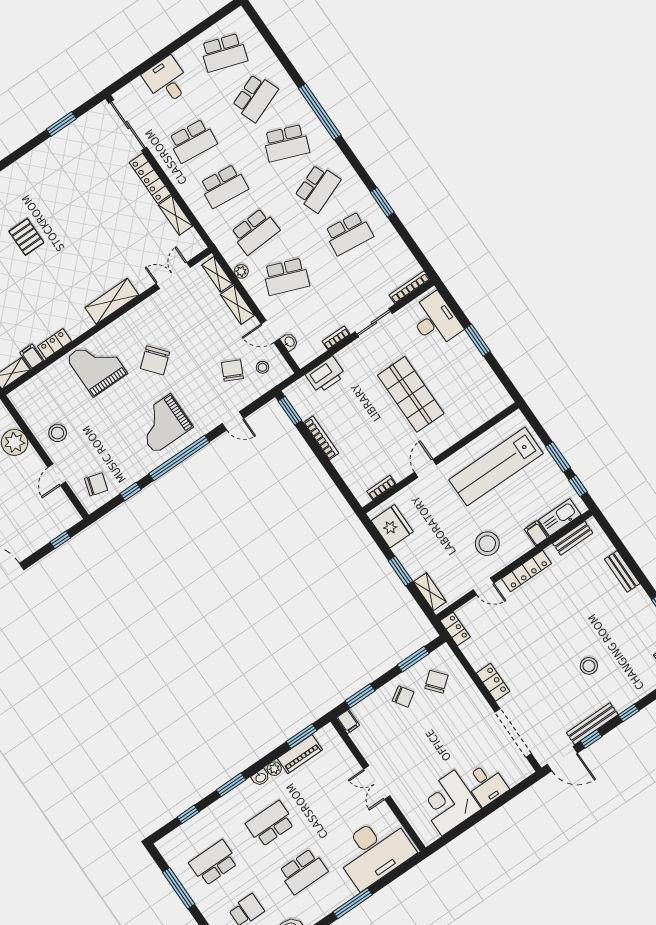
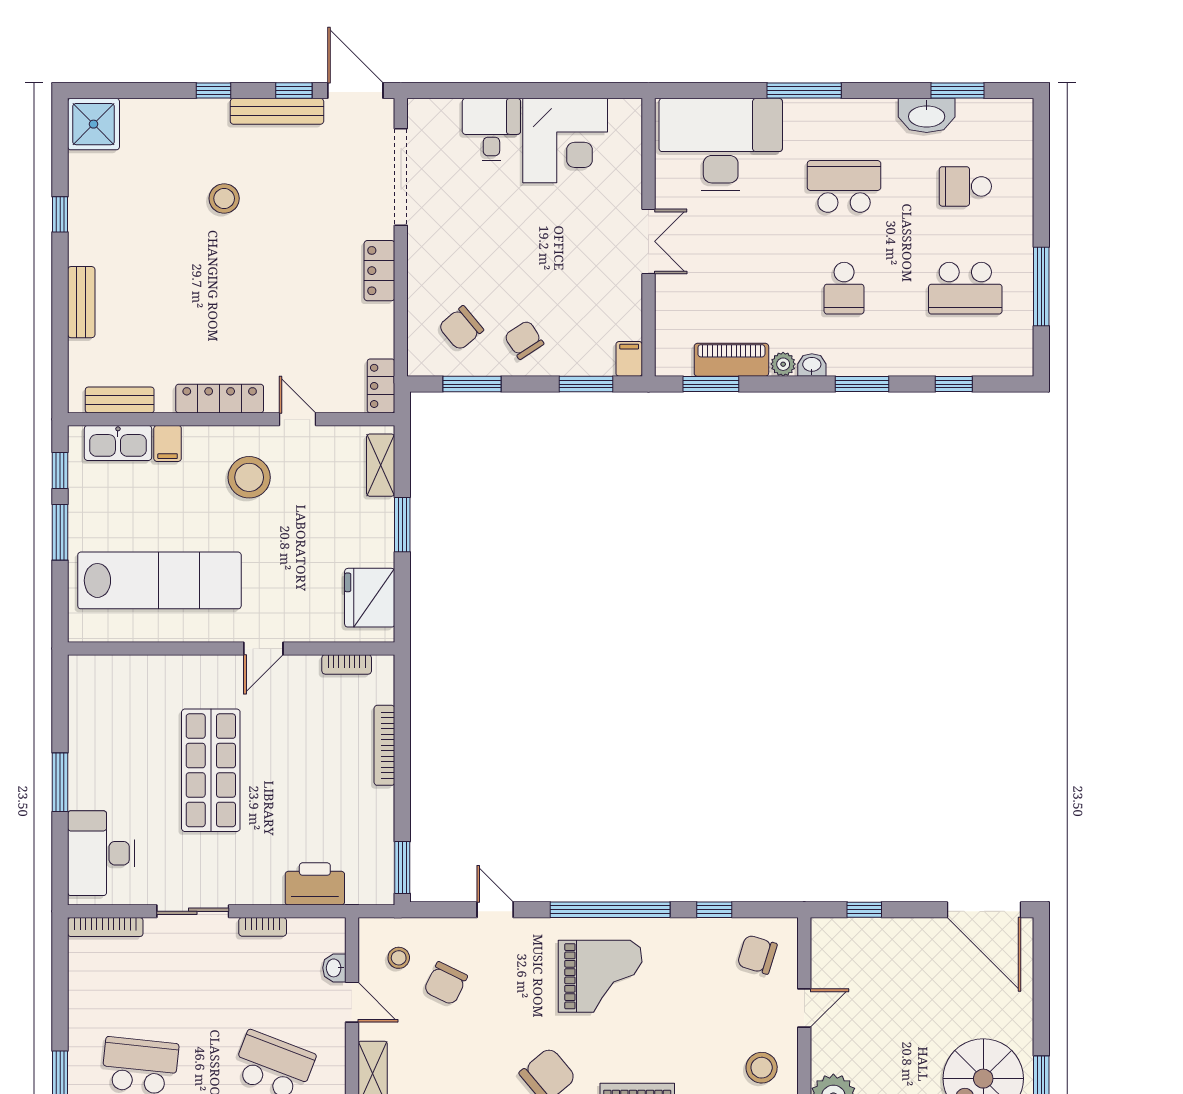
bookcase: (321, 438) -> (384, 745), moved
school desk: (270, 824) -> (844, 288), width x0.54

